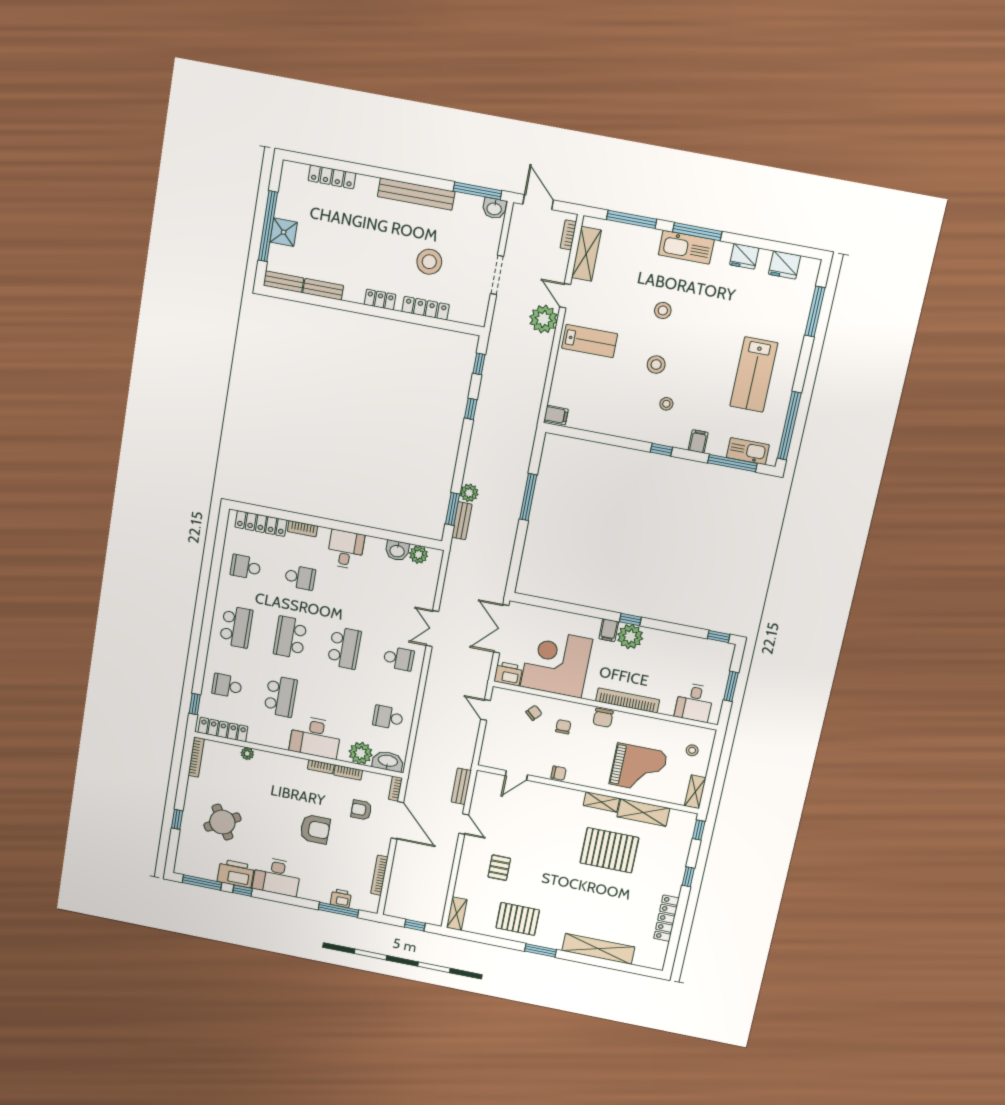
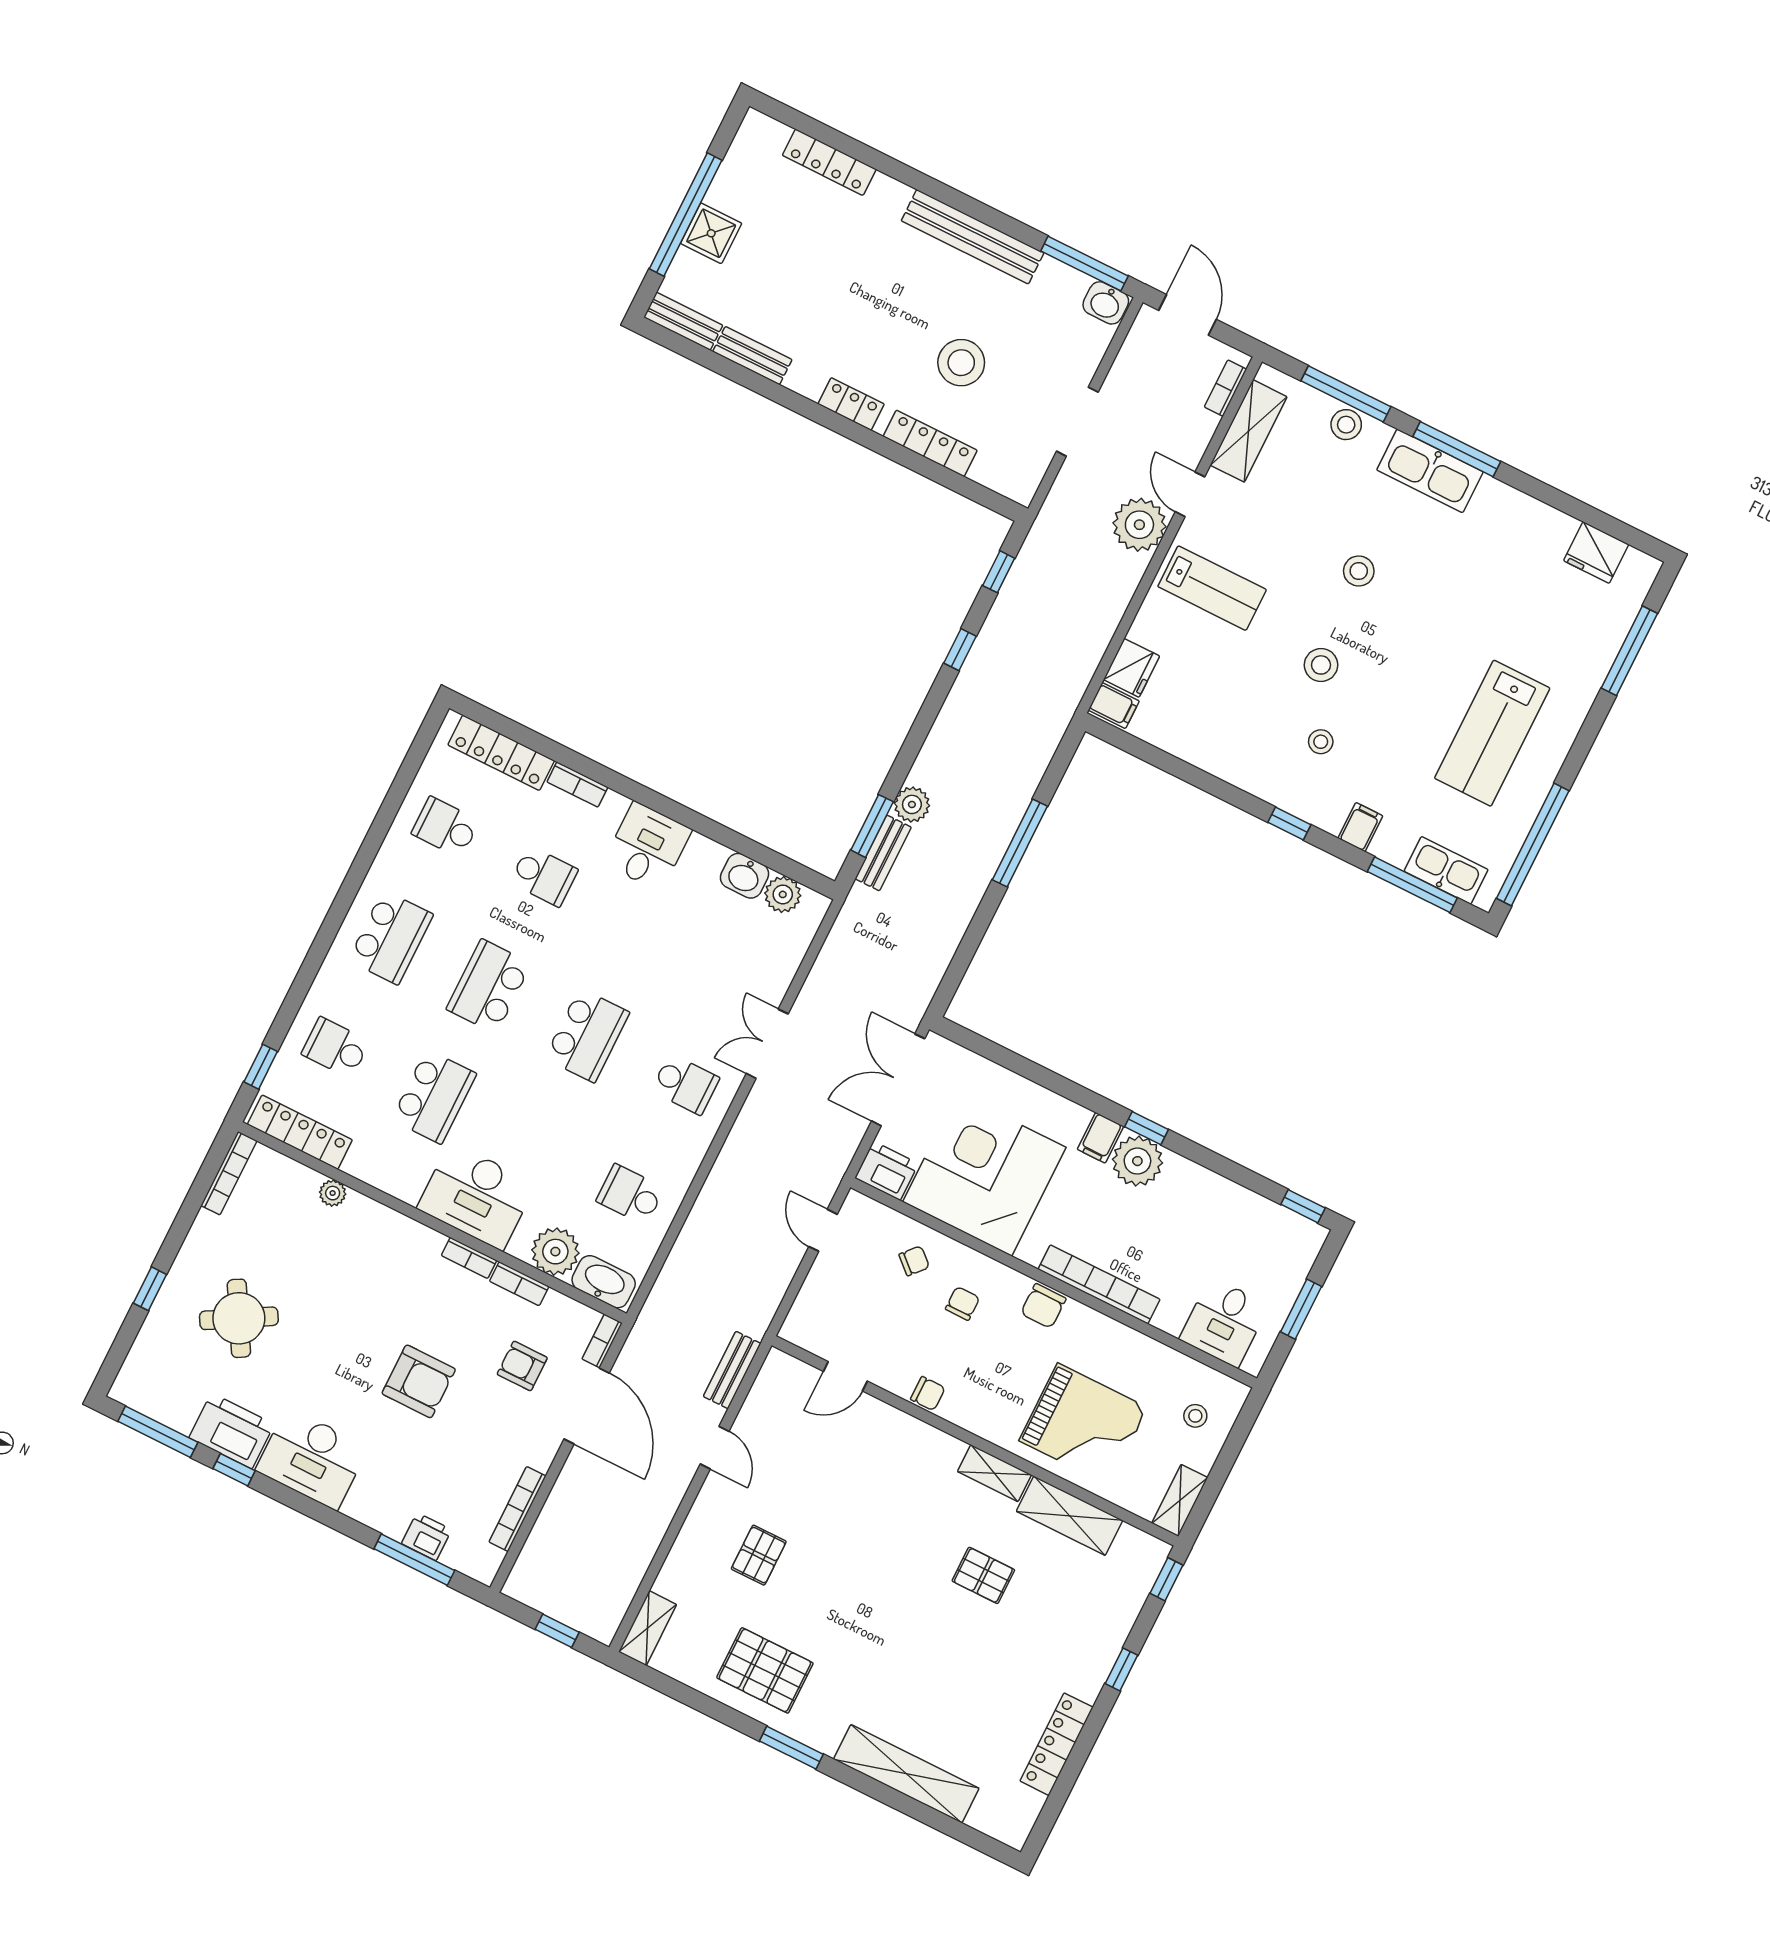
stool: (636, 236) -> (1346, 425), added
fridge: (744, 256) -> (1131, 668), moved, turned -90
pallet: (609, 850) -> (983, 1575), width x0.49, depth x0.50

